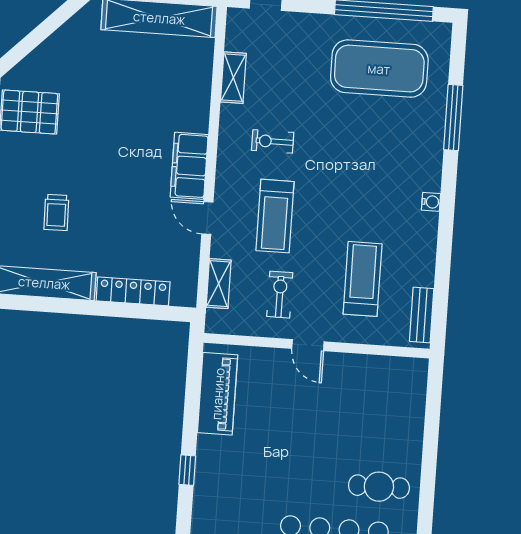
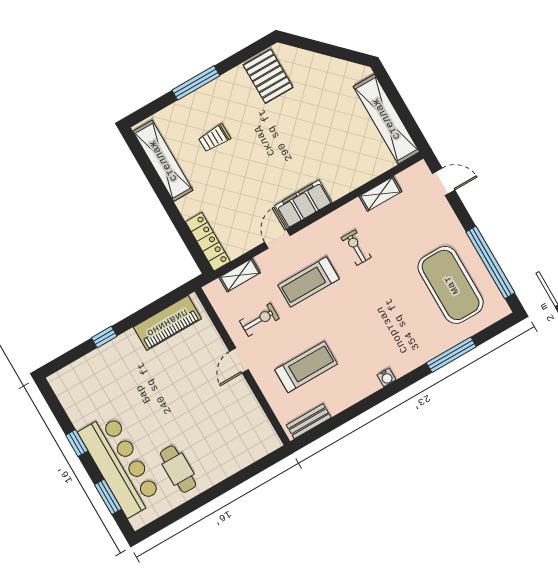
locker: (133, 291) -> (208, 242), moved

